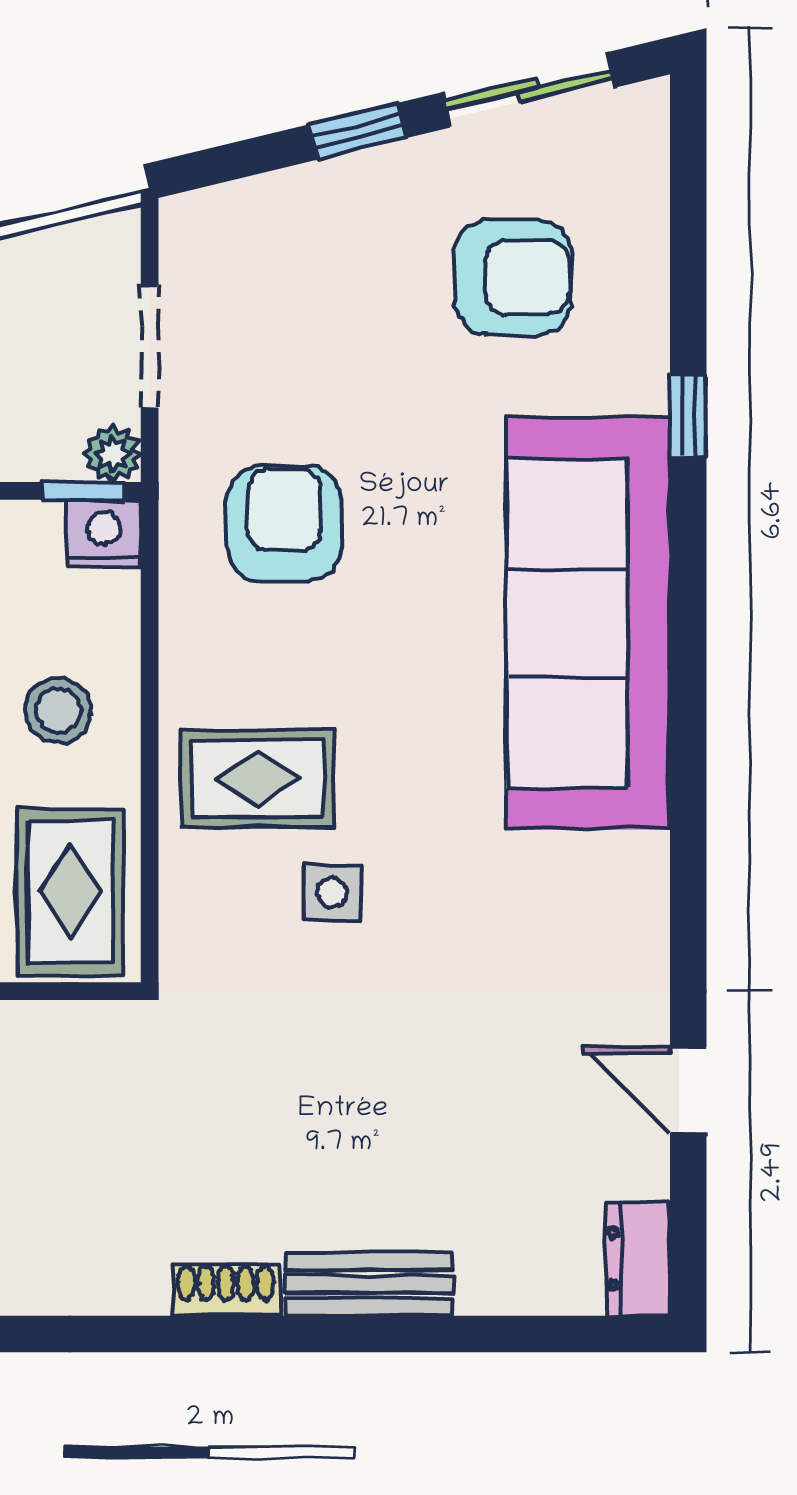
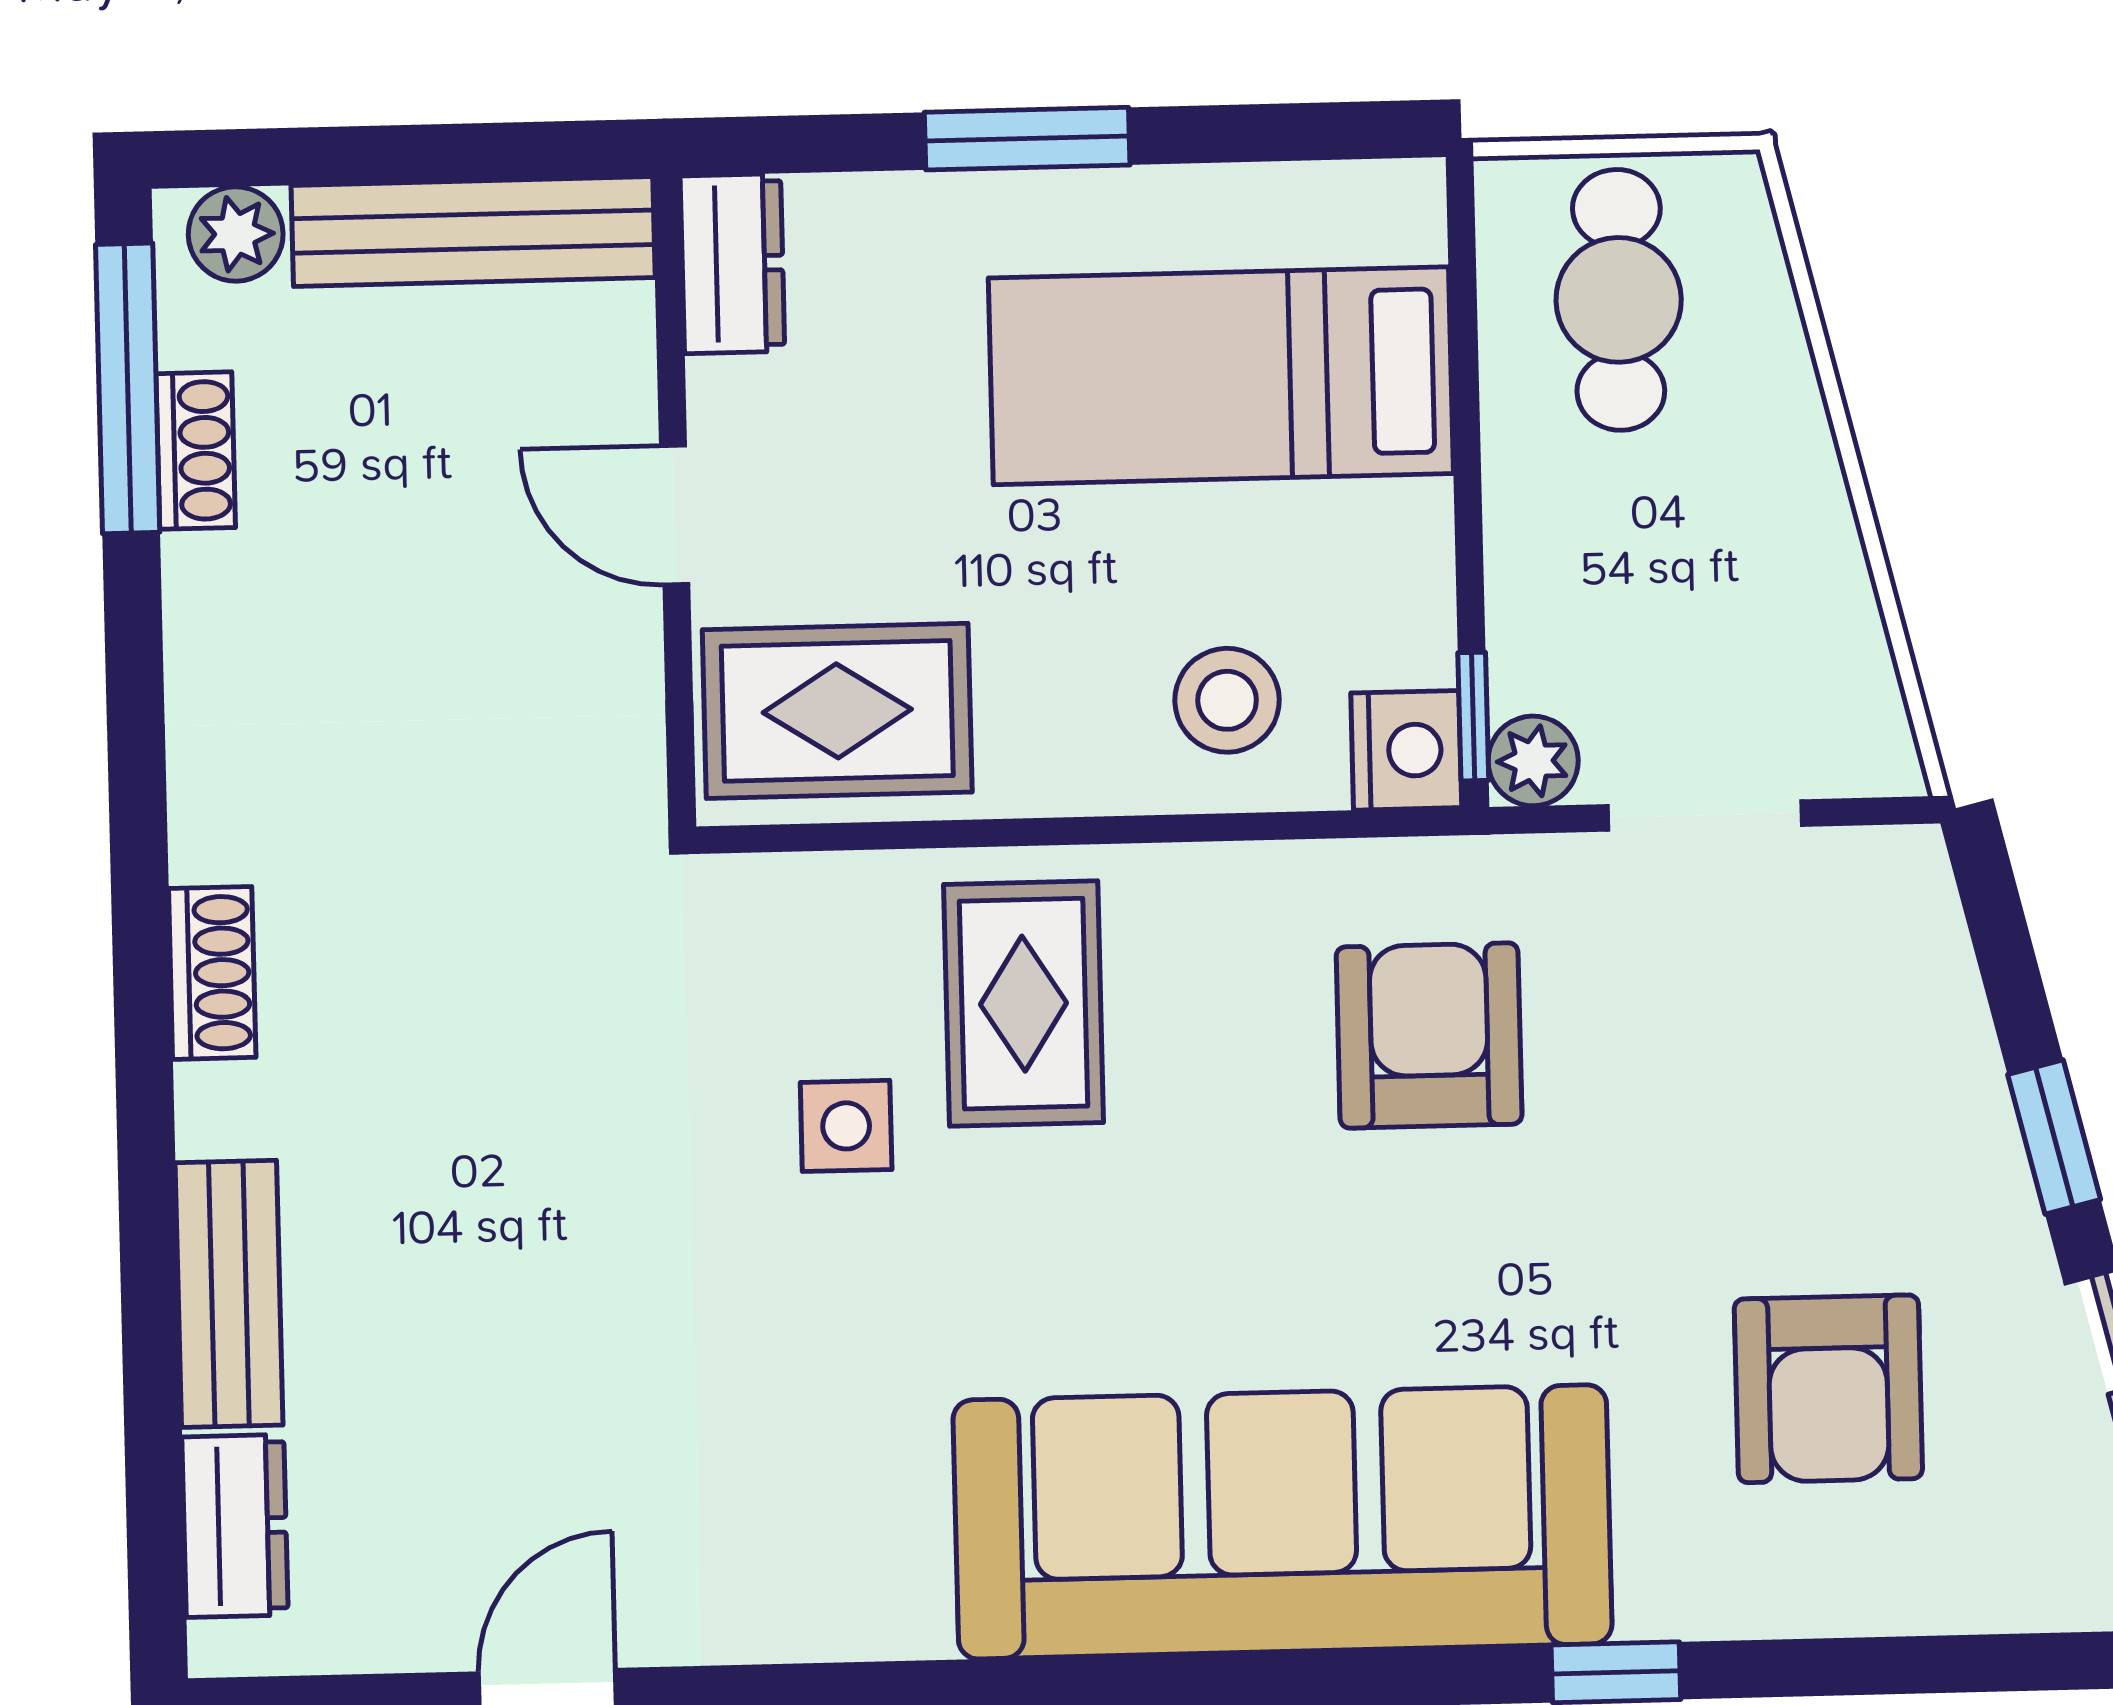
armchair: (284, 524) -> (1429, 1036), turned -90
stool: (58, 710) -> (1227, 700), moved
dresser: (638, 1259) -> (235, 1526), moved, turned 90
bench: (369, 1284) -> (229, 1294), moved

